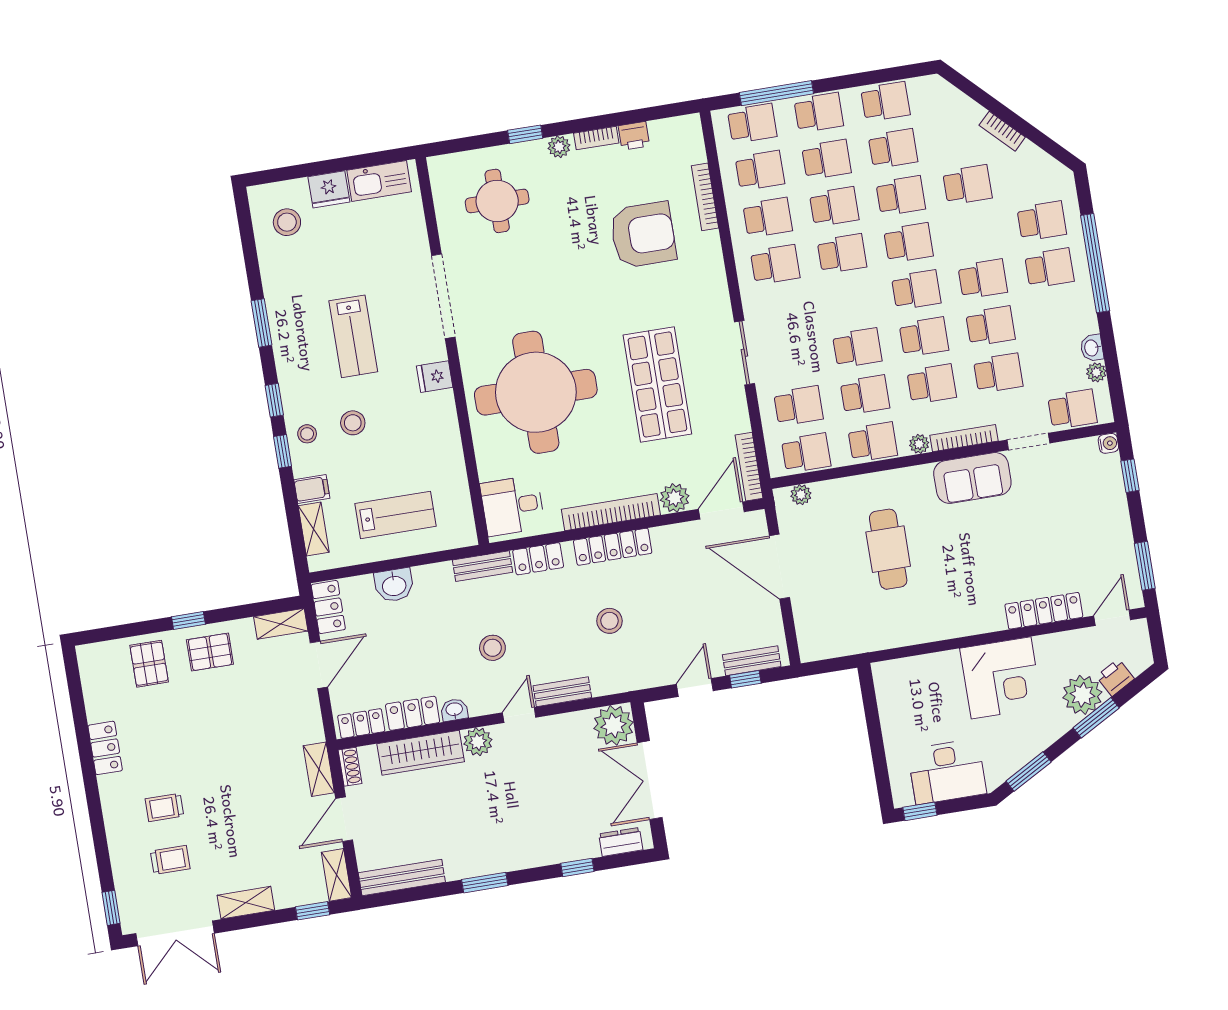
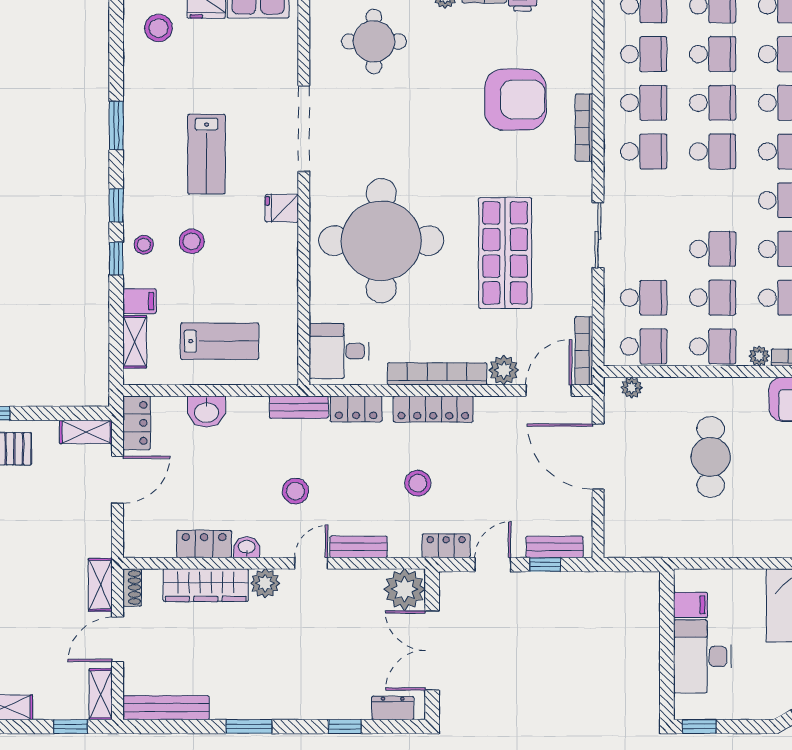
bookcase: (705, 197) -> (584, 128), moved
filing cabinet: (892, 695) -> (691, 605), added
locker: (361, 724) -> (446, 546), moved
desk: (947, 772) -> (702, 656), moved, turned 90

